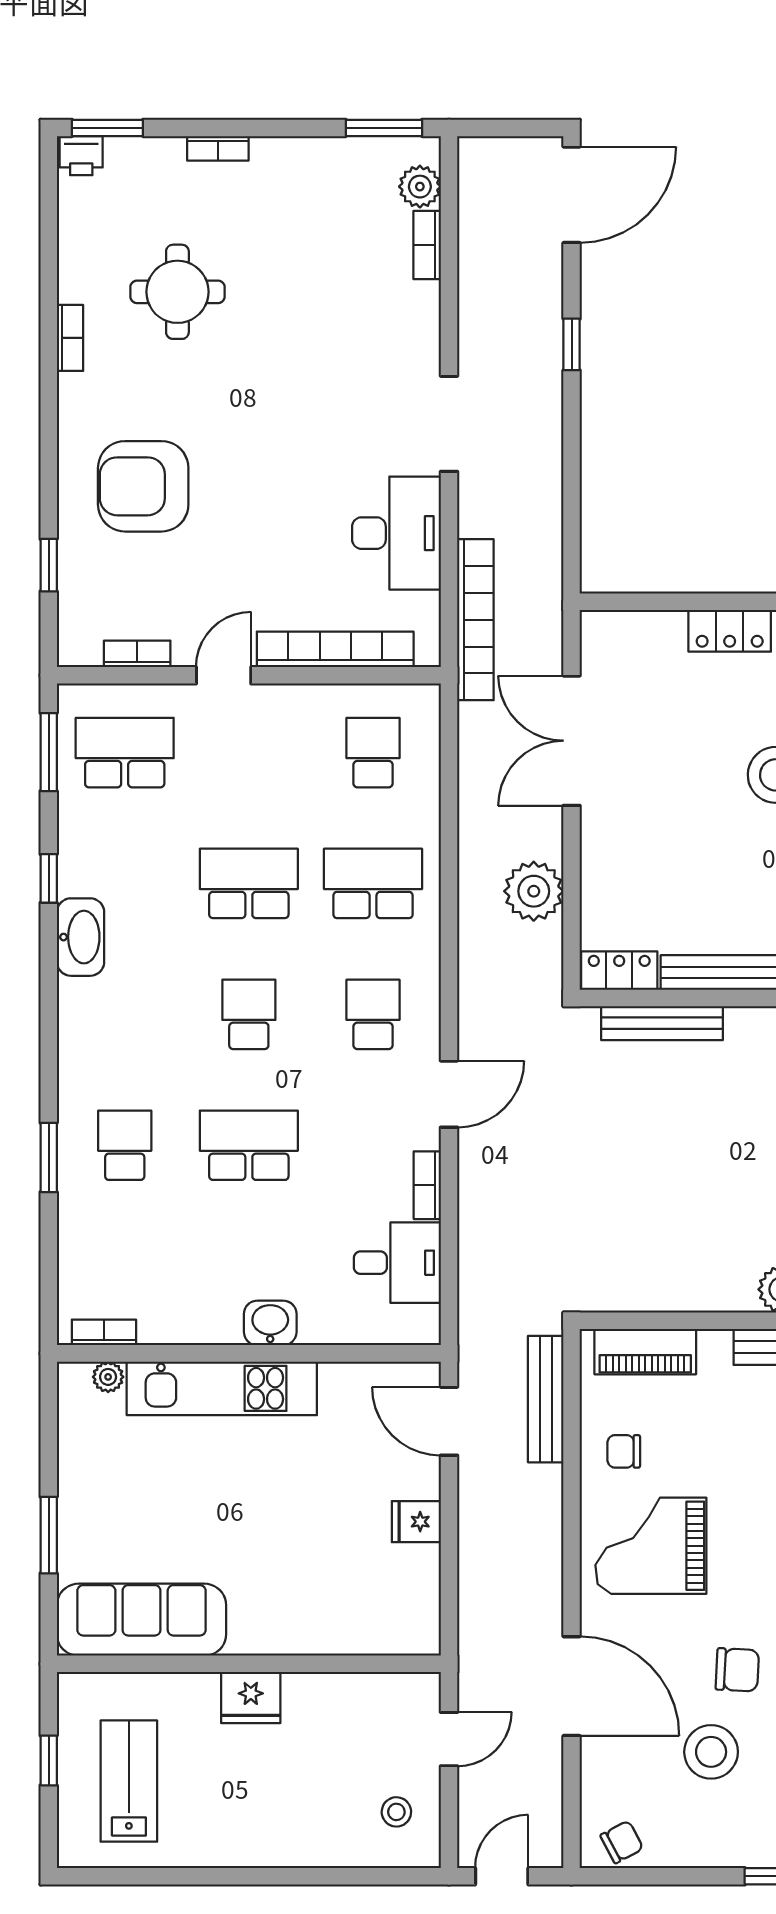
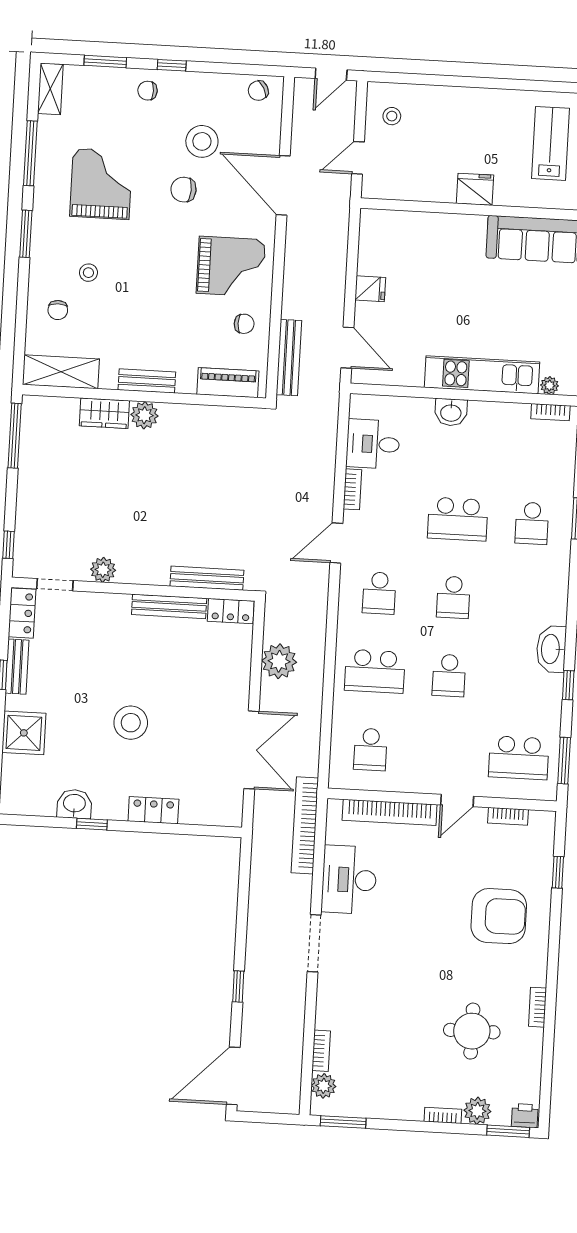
plant: (161, 159) -> (477, 1111), added
school desk: (249, 883) -> (449, 675), width x0.54
lab bench: (129, 1781) -> (551, 143), turned 180

